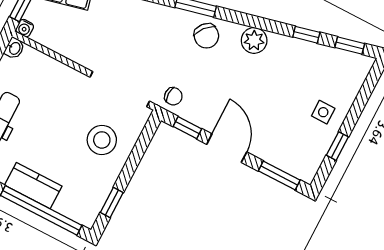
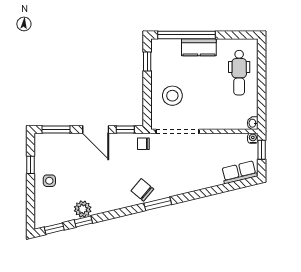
plant: (254, 40) -> (83, 209), moved

